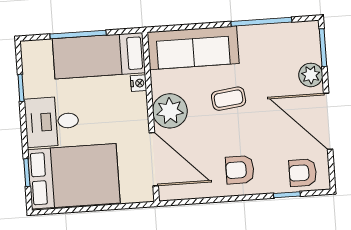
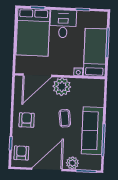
sofa: (193, 48) -> (93, 131), moved

